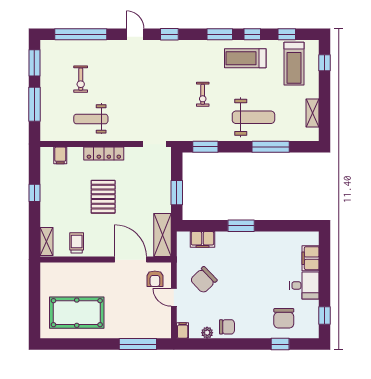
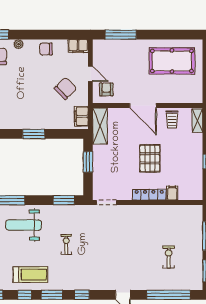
window: (169, 34) -> (82, 295), moved
weight bench: (91, 119) -> (160, 224), removed
filing cabinet: (60, 155) -> (172, 193), moved
filing cabinet: (202, 239) -> (81, 116), moved, turned -90
door: (131, 260) -> (143, 106), moved
filing cabinet: (183, 331) -> (78, 46), width x2.00
plant: (207, 333) -> (19, 44), moved

